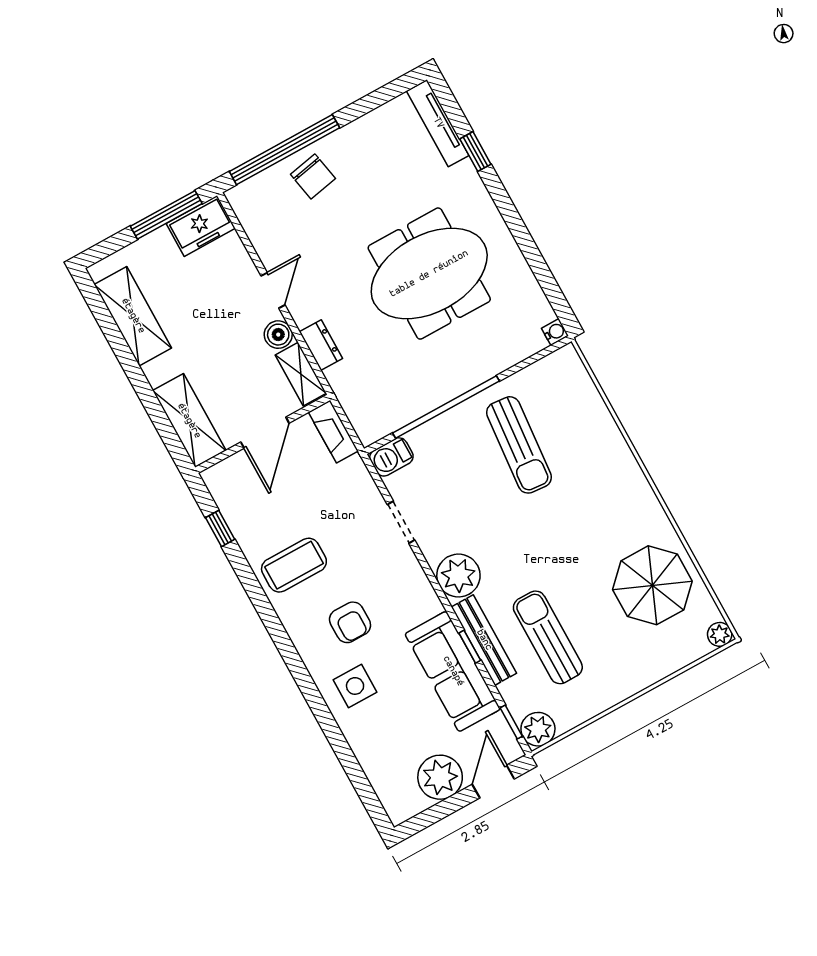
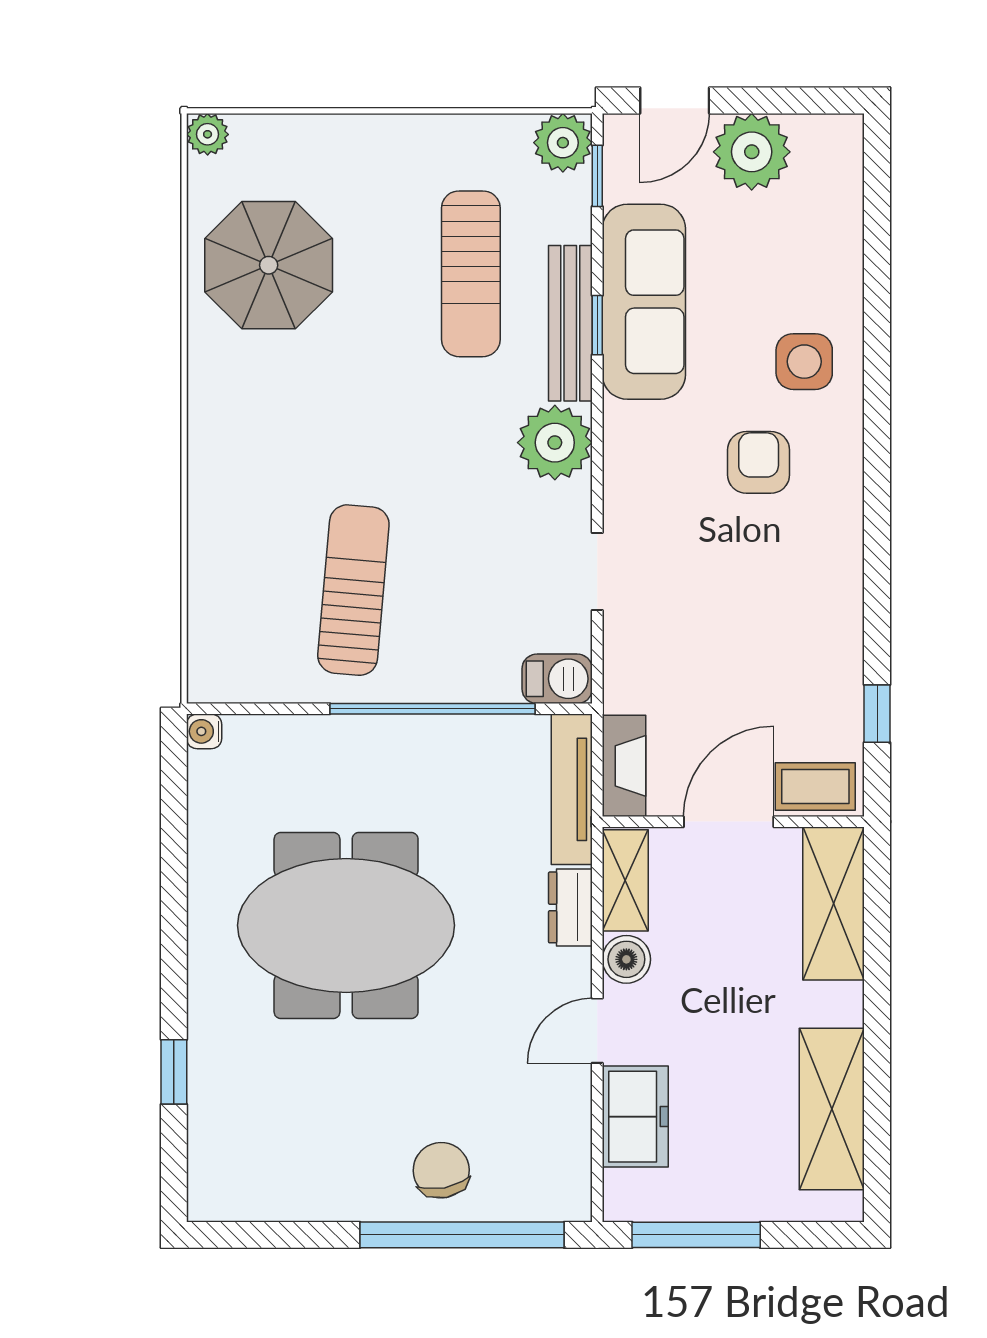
tv unit: (438, 123) -> (572, 789), moved, turned 180
freezer: (201, 226) -> (635, 1117), moved, turned 90
coffee table: (294, 565) -> (815, 787), moved, width x0.73, depth x0.77

